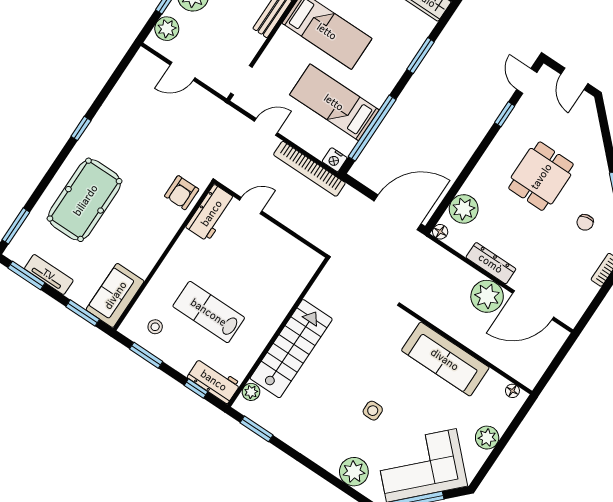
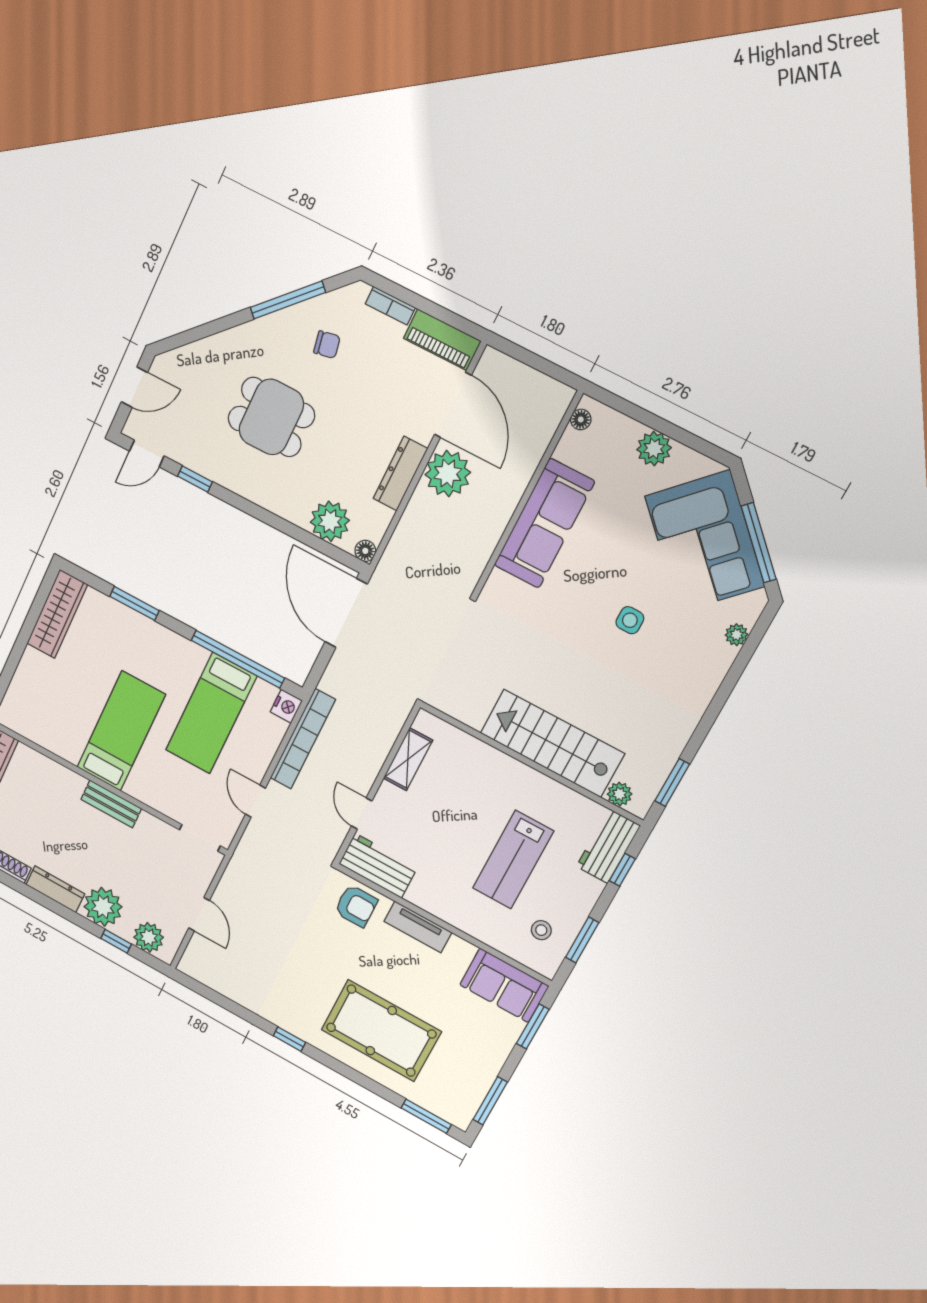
shelving: (288, 244) -> (408, 759), added
tv unit: (49, 274) -> (418, 927), moved, turned -90
piano: (578, 303) -> (442, 340), added
plant: (354, 472) -> (737, 635), width x0.53, depth x0.53

